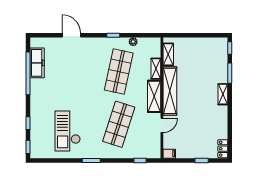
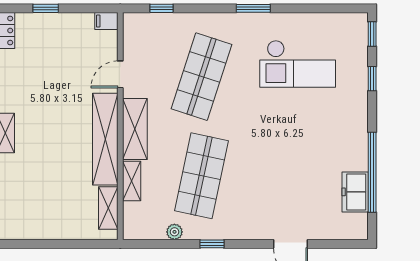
freezer: (37, 63) -> (355, 192), width x0.71
checkout: (68, 131) -> (298, 64), turned 90

